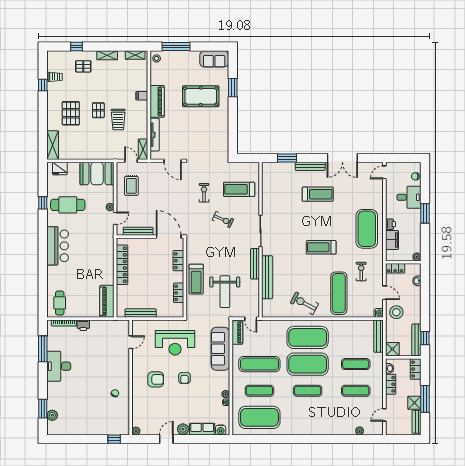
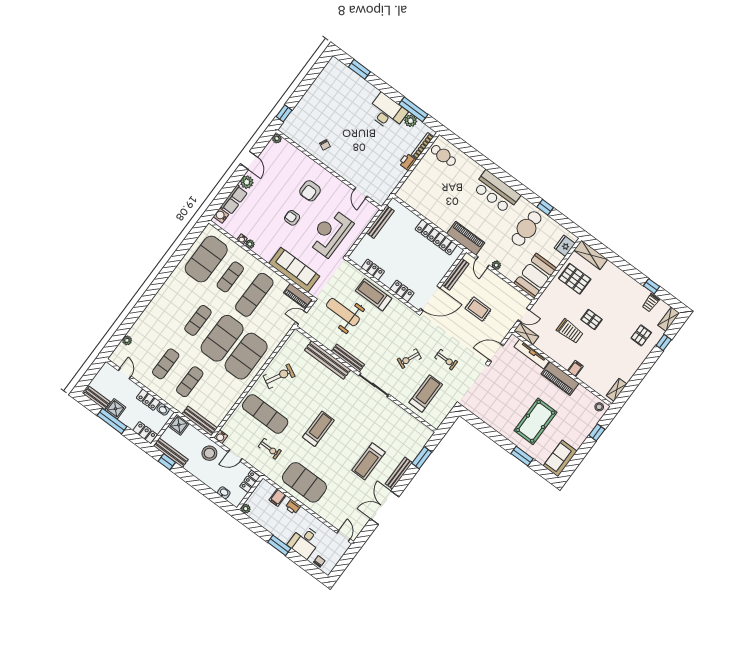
window: (176, 47) -> (597, 432), width x0.46
shelving: (107, 55) -> (669, 319), moved
pallet: (71, 113) -> (575, 279), moved
trolley: (118, 120) -> (570, 331), turned 180
rug: (131, 186) -> (478, 309), moved
filing cabinet: (392, 240) -> (277, 498), width x0.50
piano: (107, 301) -> (466, 238), moved
plant: (52, 415) -> (411, 121), moved

